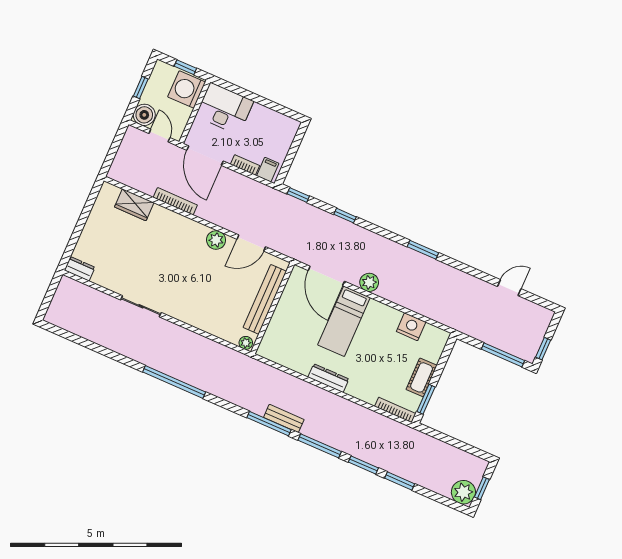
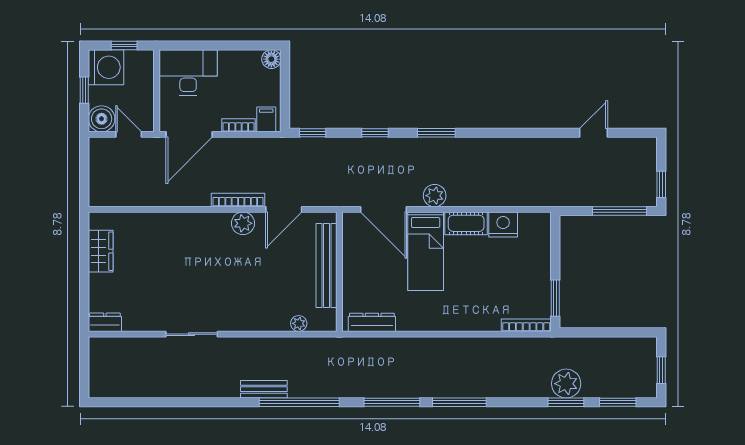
washing machine: (187, 90) -> (106, 67), moved, turned 180
floor lamp: (292, 126) -> (271, 59), added
door: (205, 156) -> (189, 134), hinge flipped
bookcase: (175, 201) -> (238, 200), moved
wardrobe: (134, 205) -> (101, 251), moved, turned -90
window: (423, 250) -> (436, 133), moved
plant: (246, 343) -> (299, 323), moved
cot: (422, 377) -> (466, 223), moved, turned 90
dresser: (328, 378) -> (372, 322), moved
window: (174, 382) -> (299, 402), moved
bench: (284, 418) -> (264, 389), moved
window: (363, 465) -> (618, 402), moved
plant: (463, 492) -> (566, 384), moved

